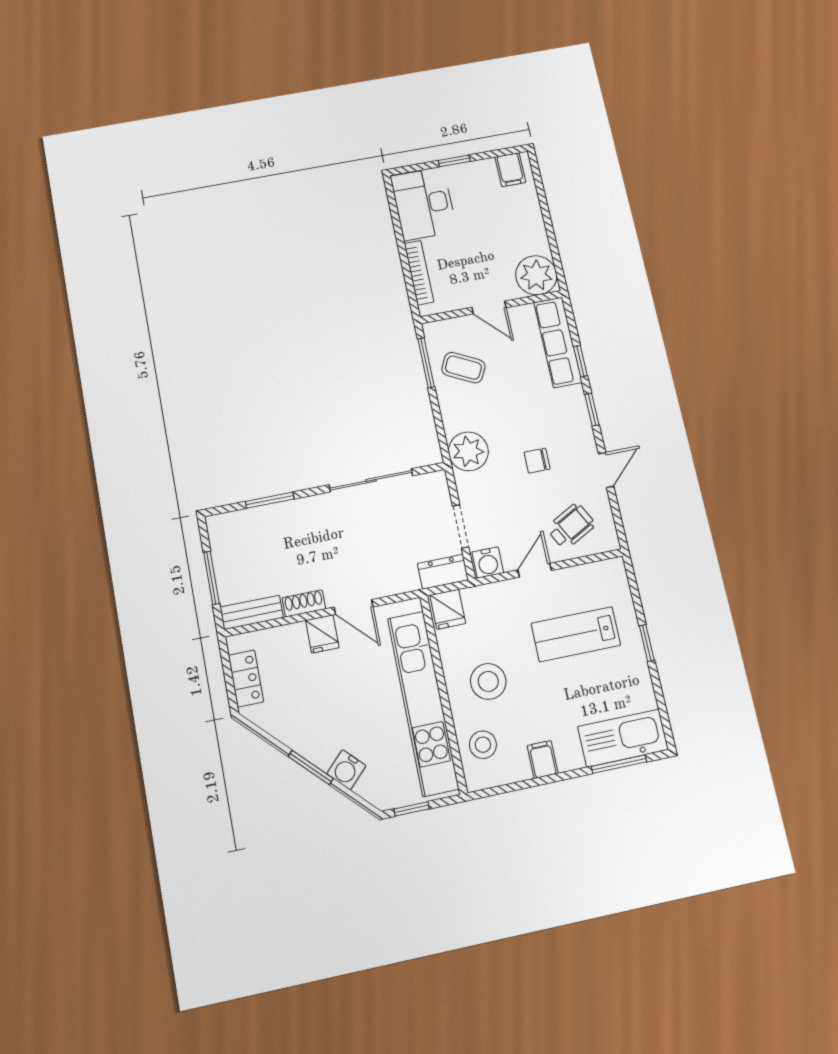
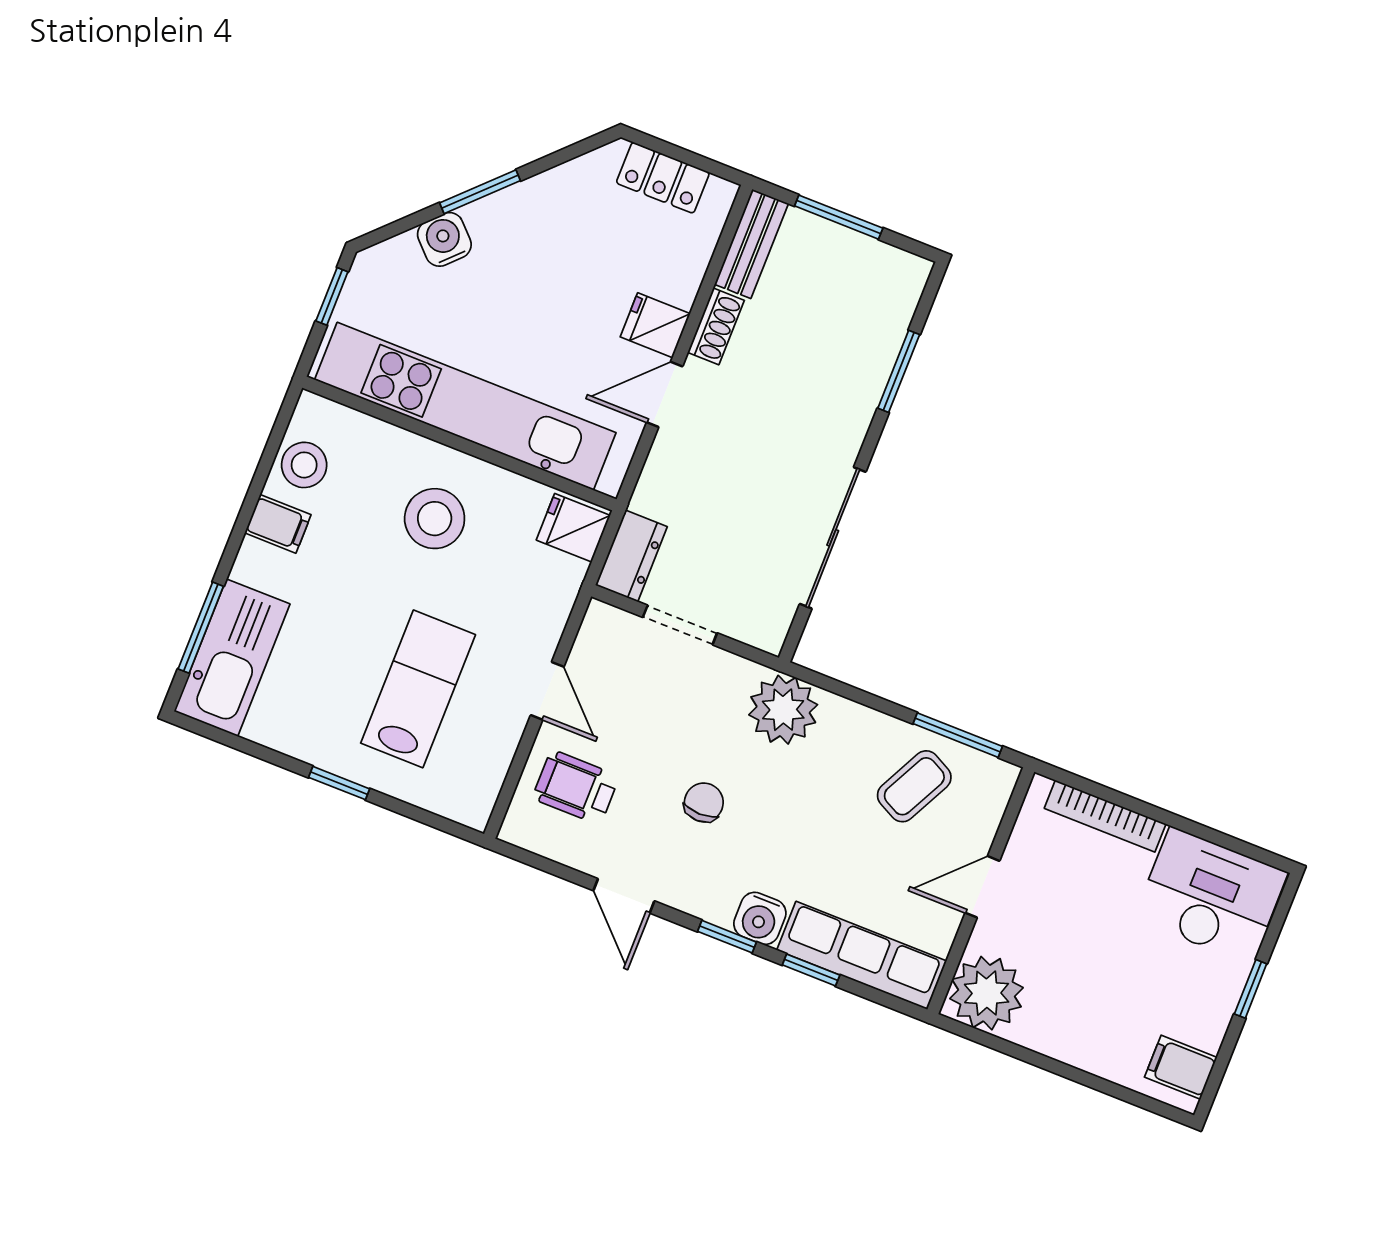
wheelchair: (571, 526) -> (576, 787), turned 118
water cooler: (488, 562) -> (760, 918), moved, turned -90
stool: (483, 745) -> (304, 465), moved

